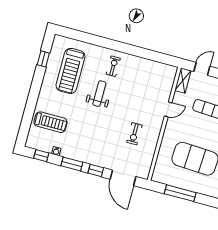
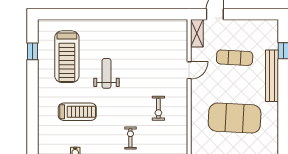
exercise bike: (113, 66) -> (130, 138), moved
treadmill: (50, 122) -> (77, 112), moved

